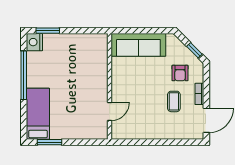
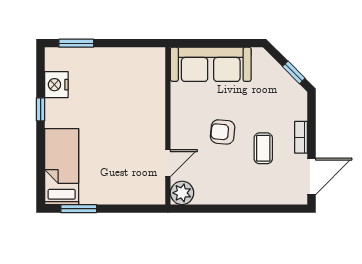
nightstand: (34, 42) -> (56, 85), moved
armchair: (180, 73) -> (223, 132), moved, turned 95
window: (24, 75) -> (41, 109), width x0.32
plant: (119, 131) -> (182, 193), added

